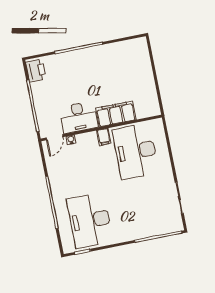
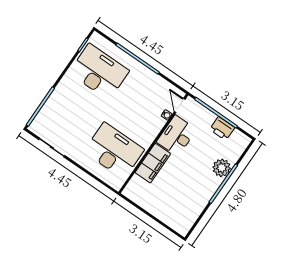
plant: (68, 61) -> (222, 168), added
printer: (36, 70) -> (222, 128), moved
filing cabinet: (104, 137) -> (146, 139), removed

